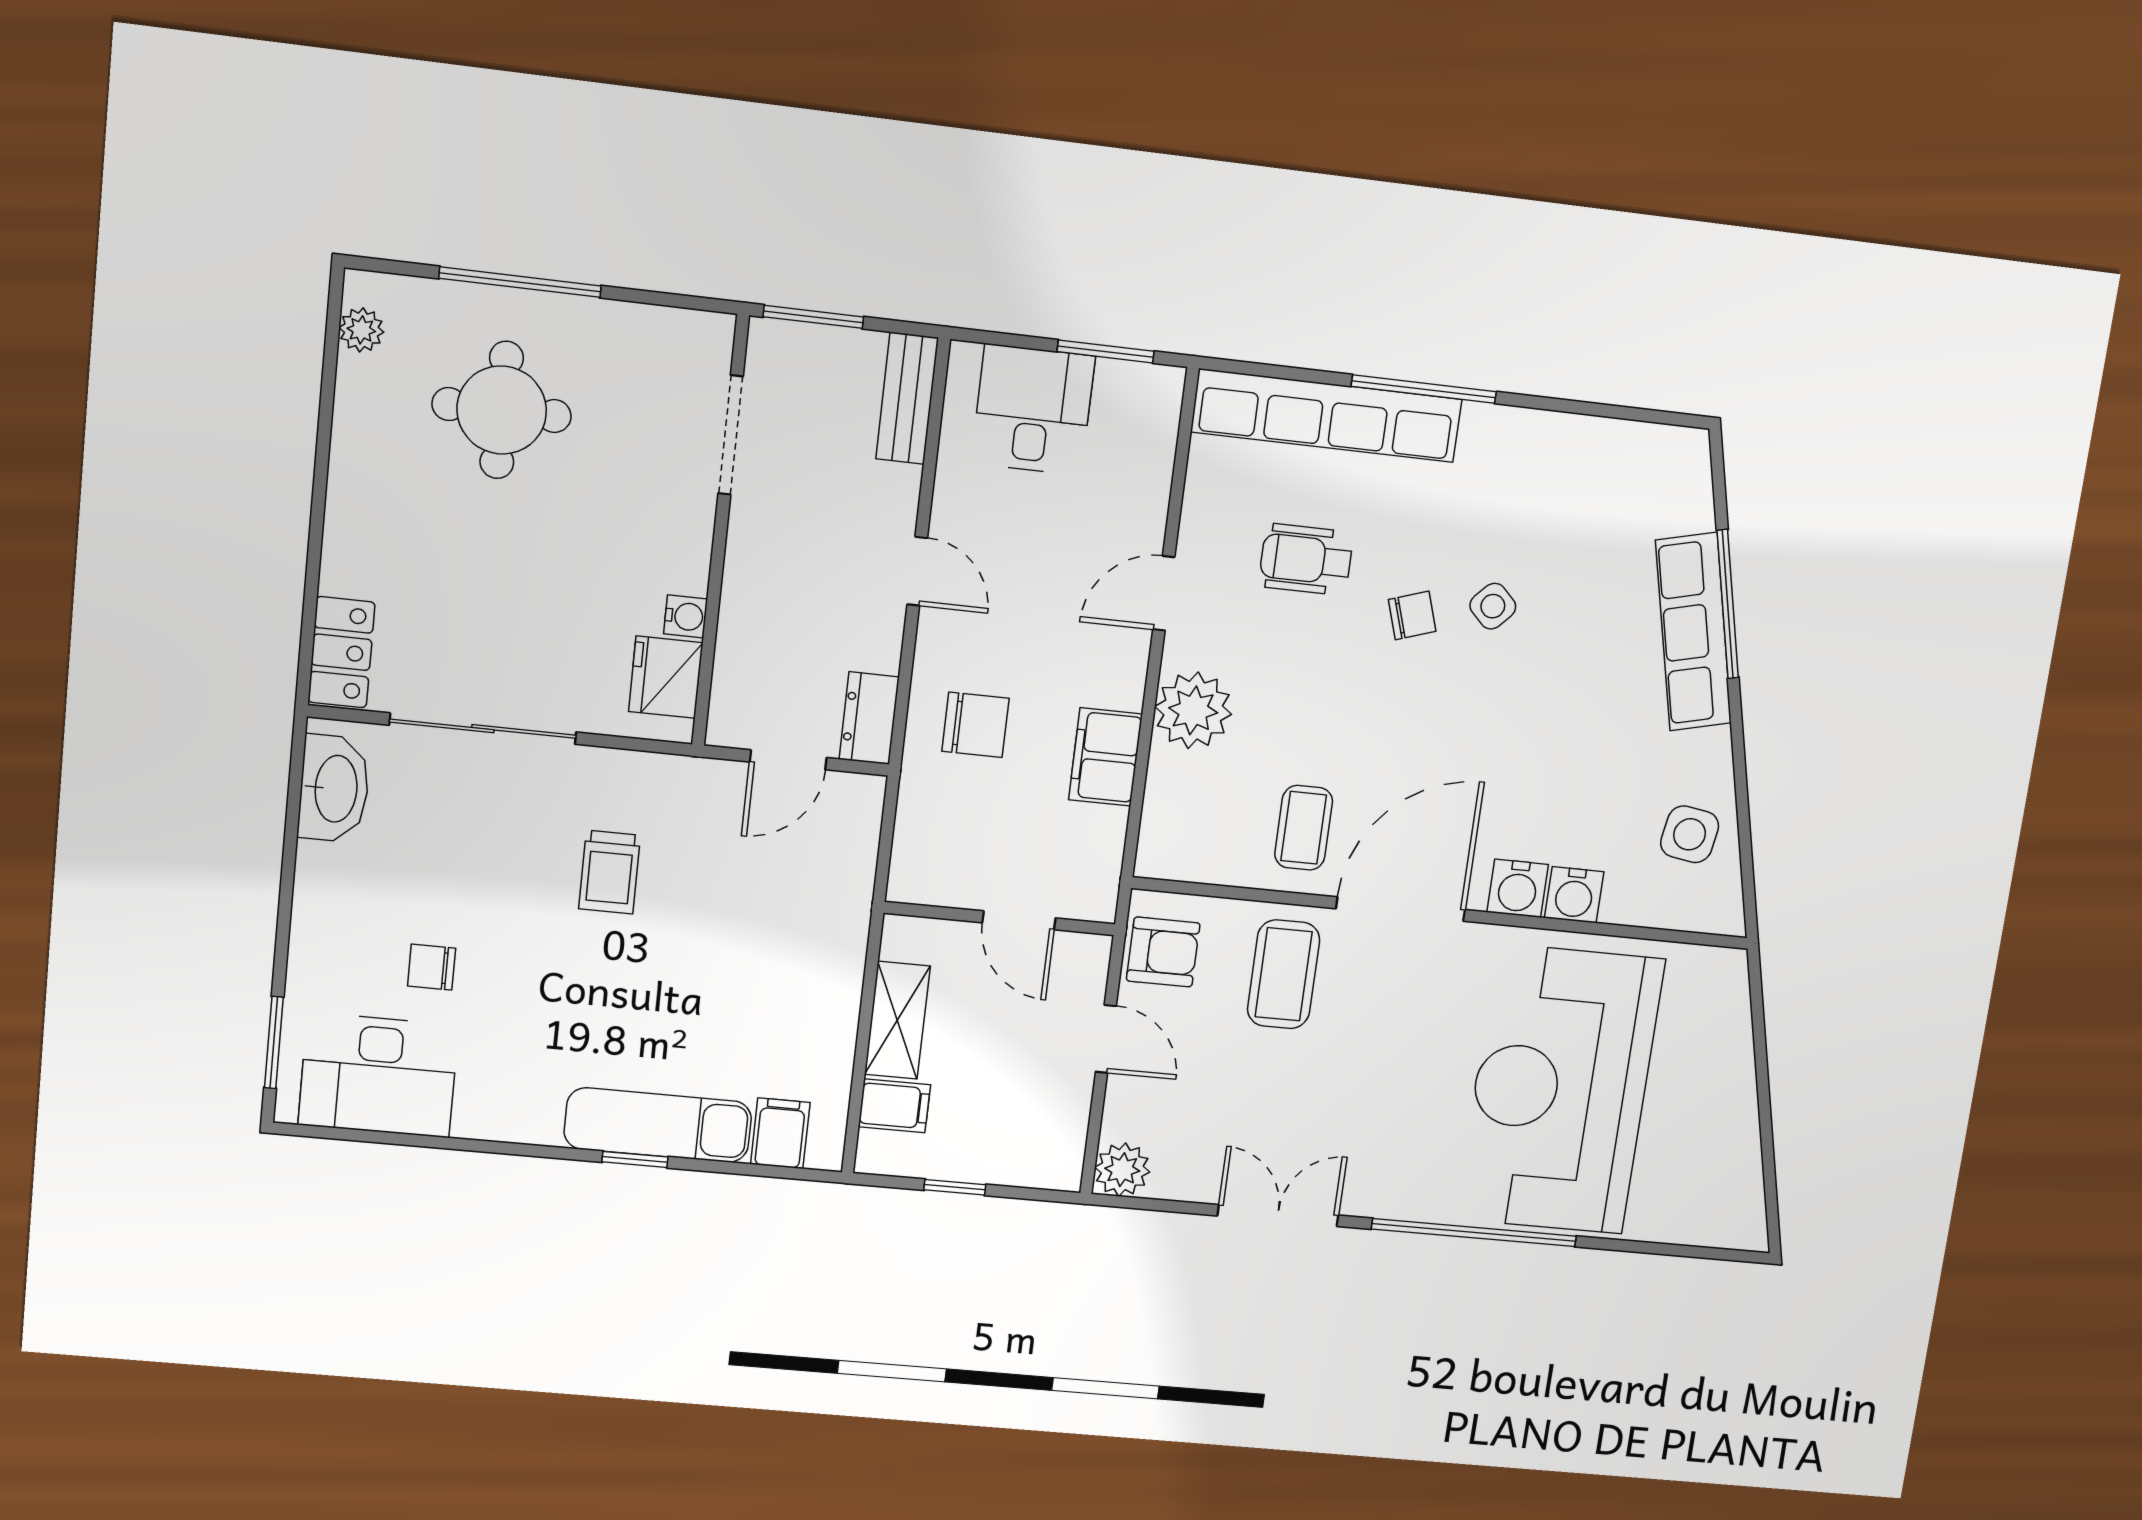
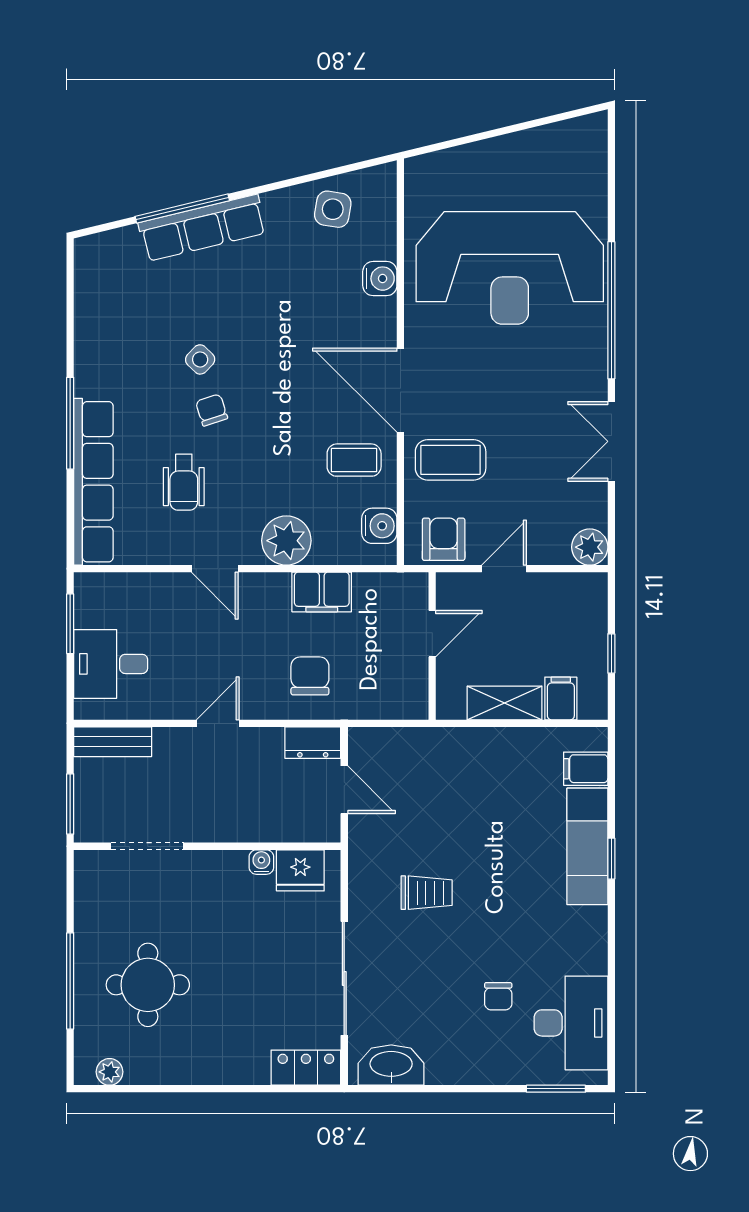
water cooler: (1518, 888) -> (379, 526), moved

